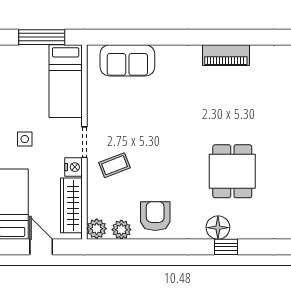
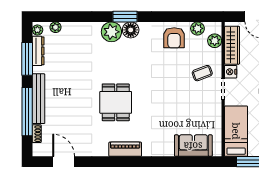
dining table: (232, 171) -> (116, 102), moved
plant: (246, 225) -> (111, 32), added
plant: (97, 229) -> (215, 41), moved
window: (226, 247) -> (125, 17), width x1.50

